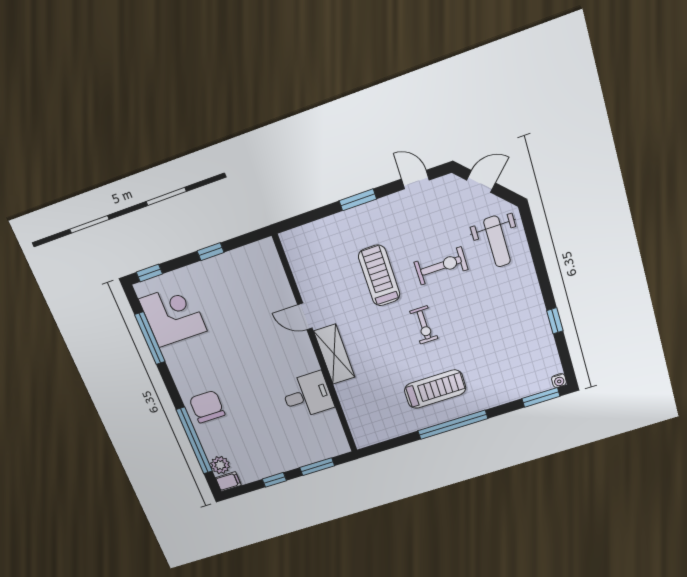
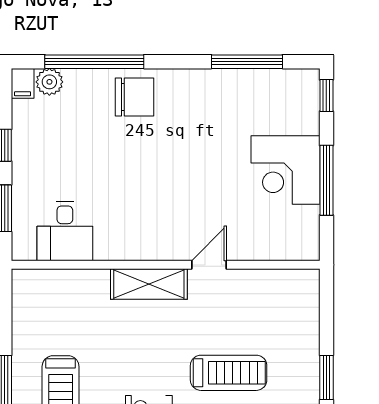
window: (211, 252) -> (326, 180), width x2.17
corner desk: (173, 315) -> (285, 170), moved, turned 90
desk: (307, 395) -> (65, 231), moved

